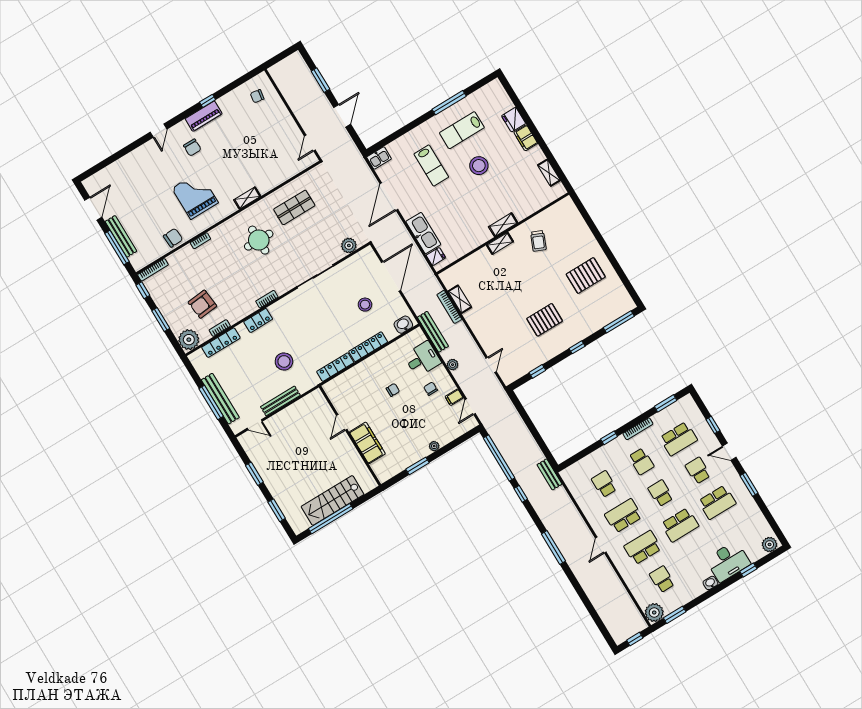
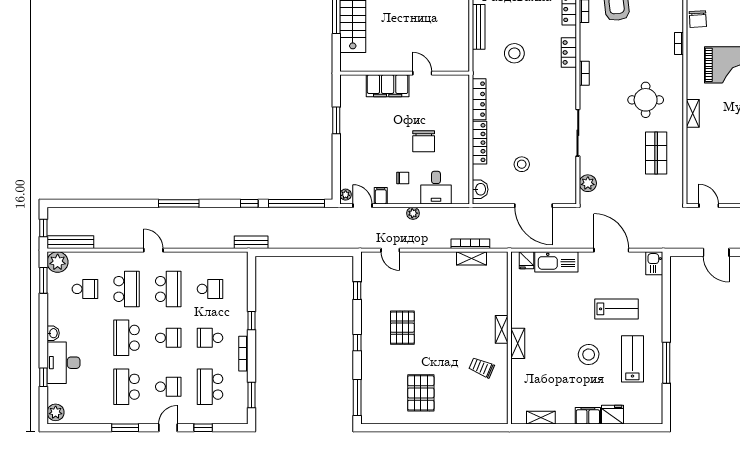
lab bench: (431, 165) -> (617, 309), turned 180
bench: (433, 332) -> (70, 242), moved
chair: (393, 390) -> (424, 141), width x1.87, depth x1.87
plant: (434, 446) -> (346, 195), moved

